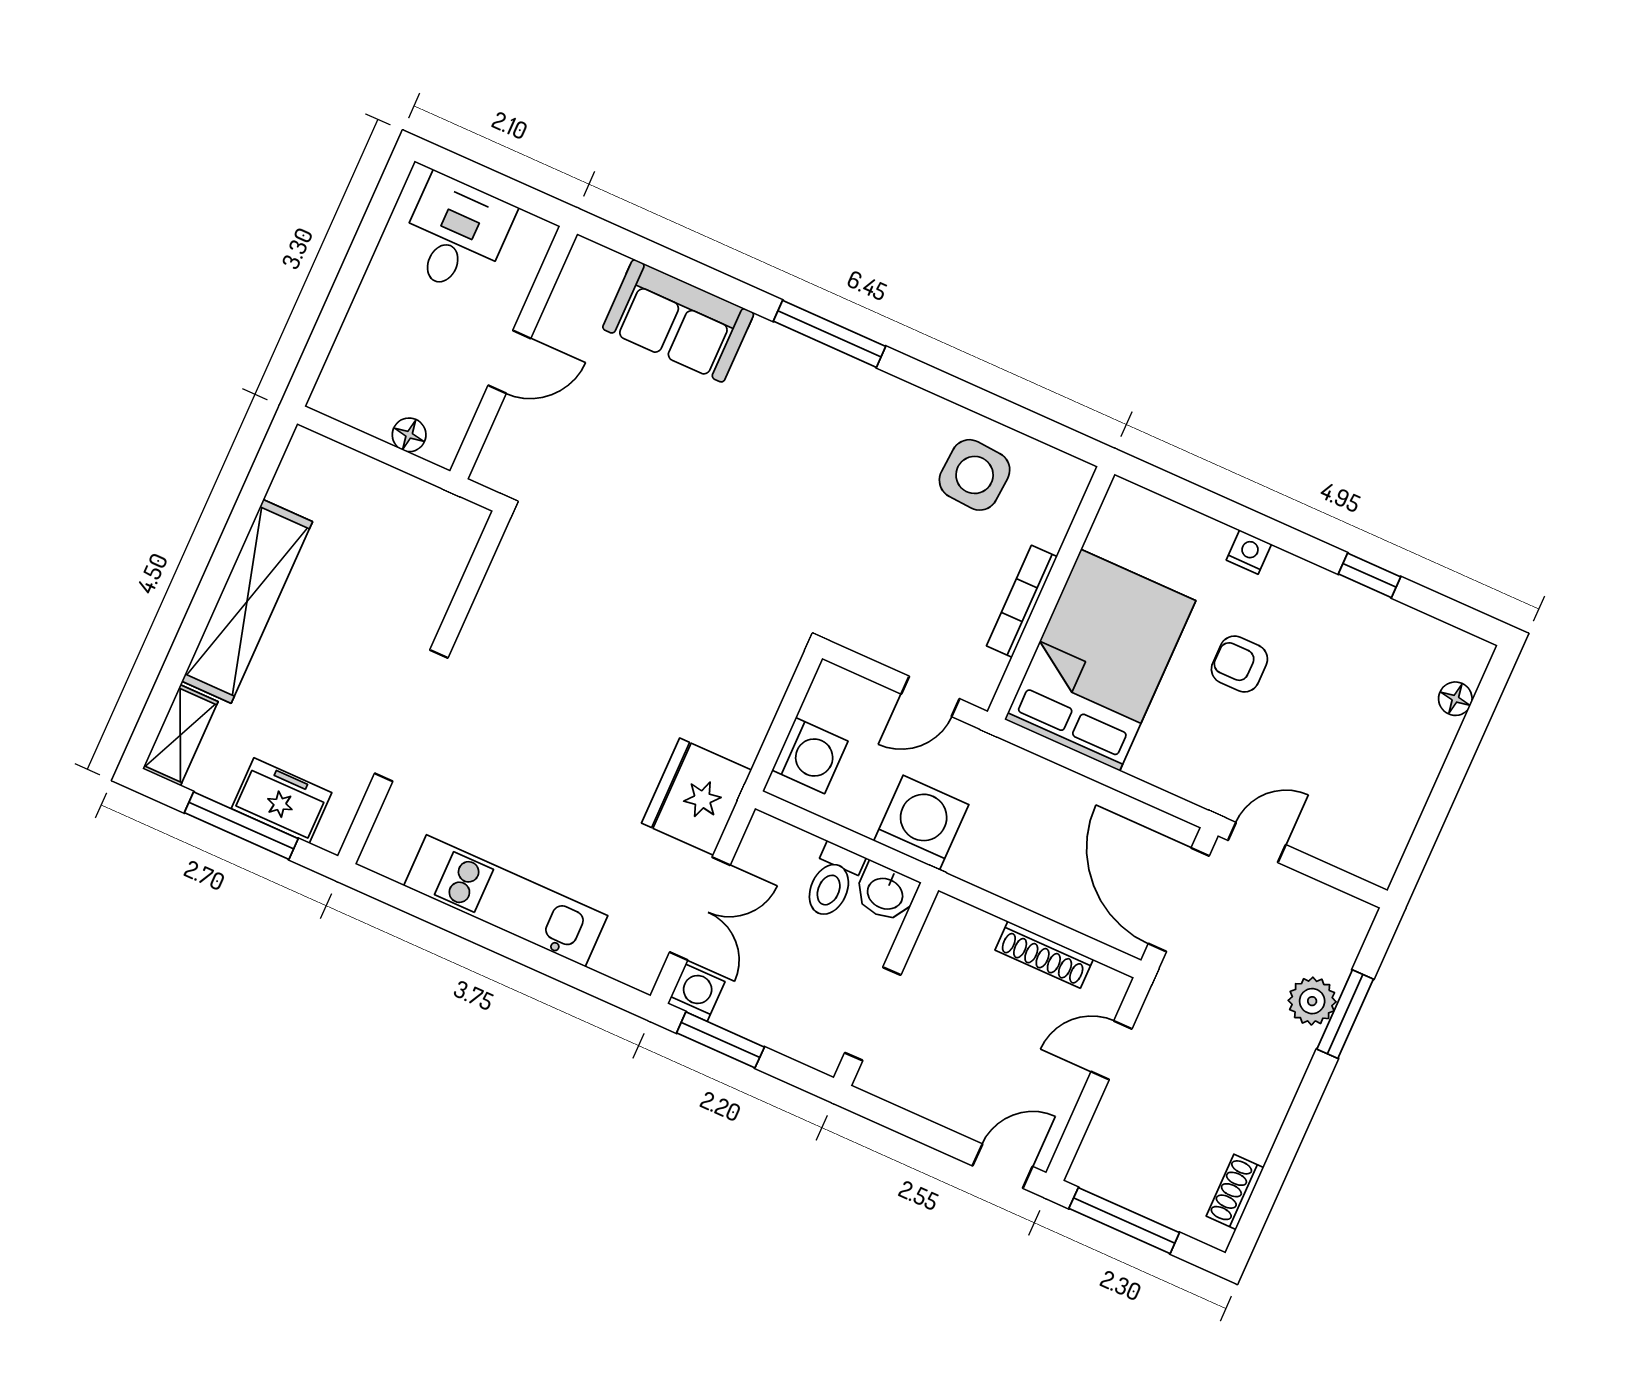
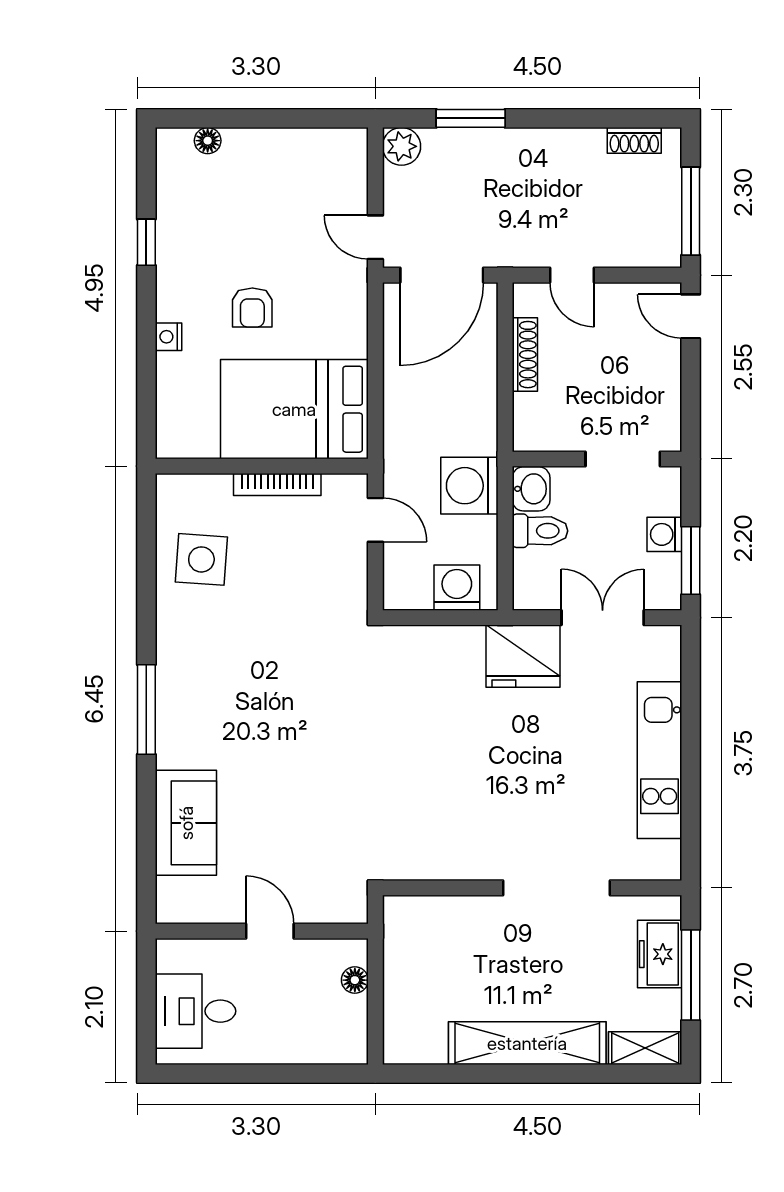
washing machine: (696, 993) -> (664, 534), moved
plant: (1312, 1001) -> (402, 146), moved

